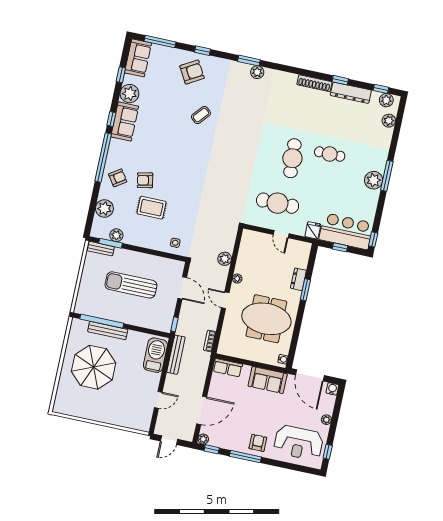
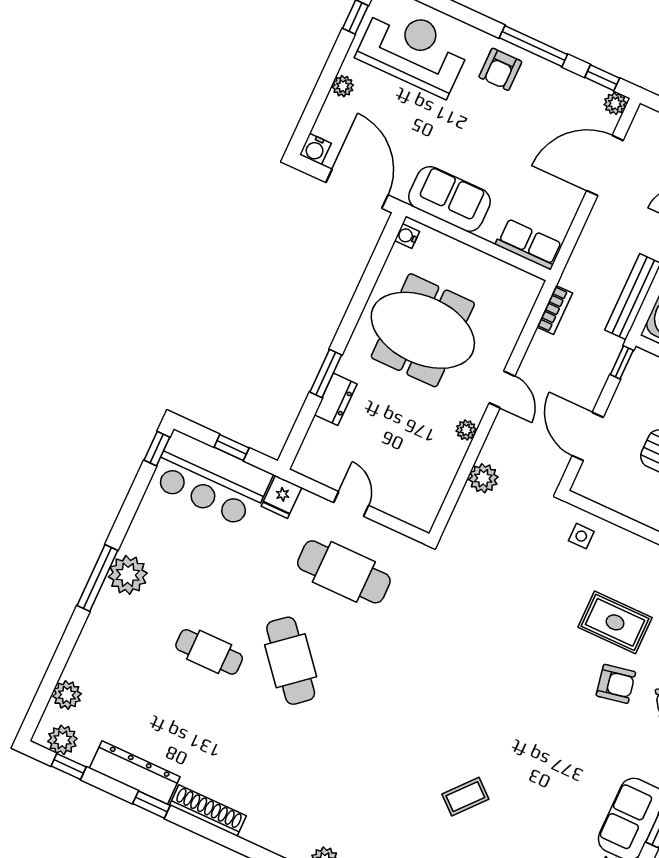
cafe table: (292, 158) -> (291, 661), turned -36

